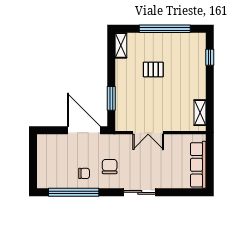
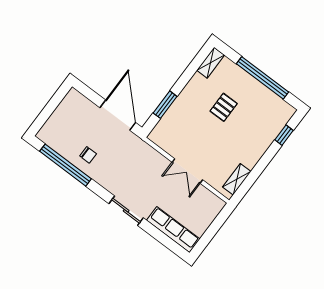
pallet: (153, 69) -> (224, 107), turned 90
double door: (148, 133) -> (187, 171), moved
row of seats: (198, 165) -> (173, 230), moved, turned 90
chair: (110, 167) -> (116, 166), removed

